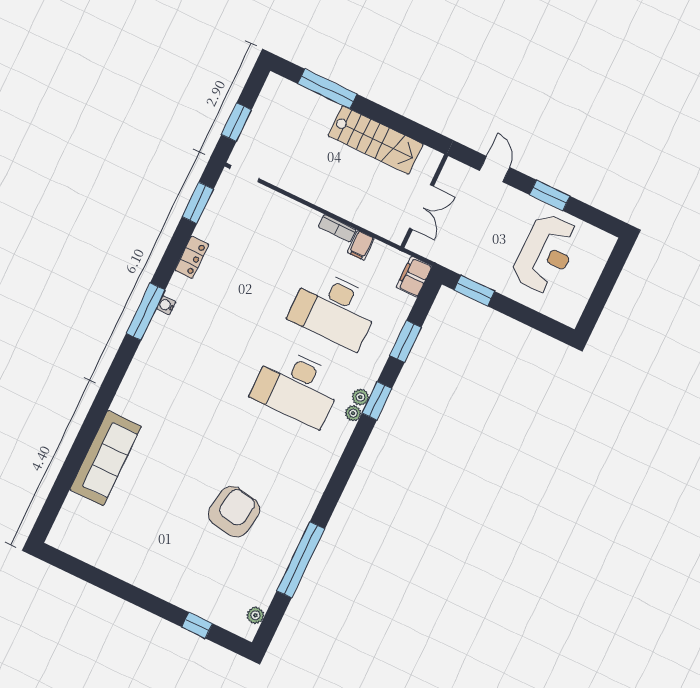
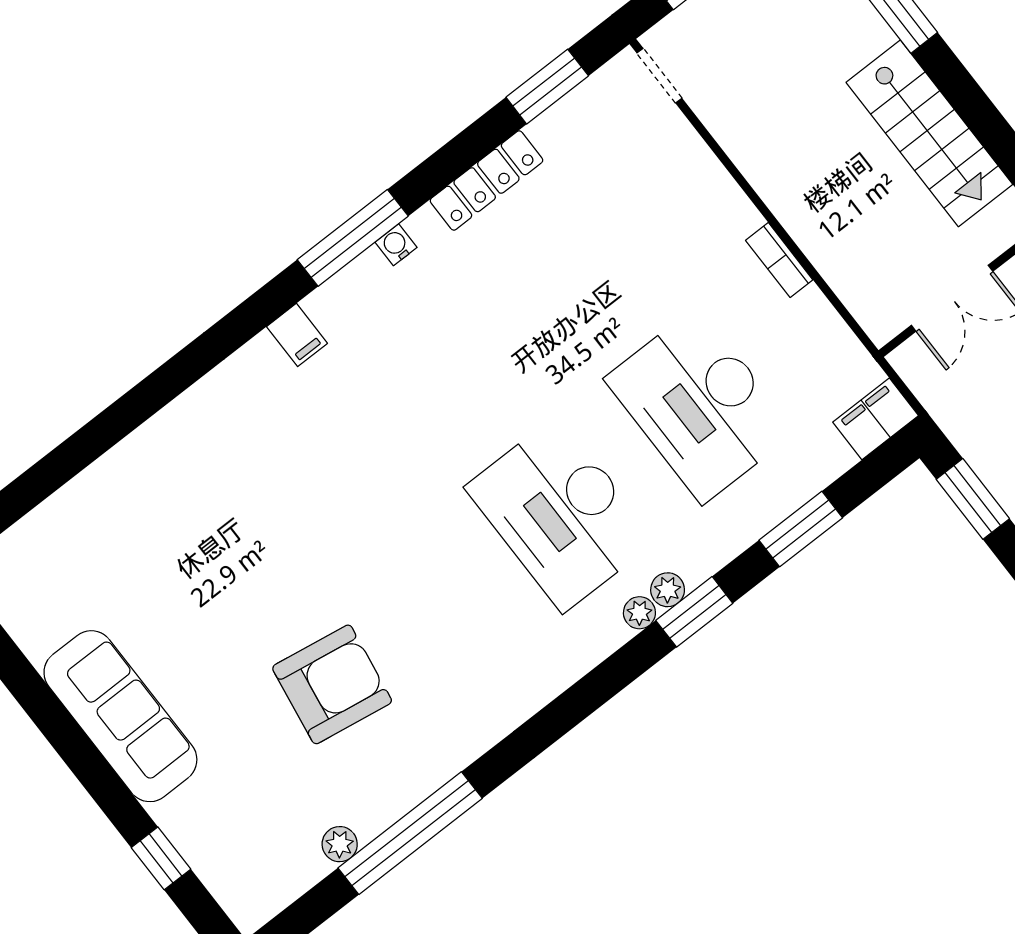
filing cabinet: (361, 245) -> (297, 335), moved, turned -90
locker: (192, 257) -> (486, 180), width x1.53
sofa: (106, 458) -> (120, 716), moved, turned -90
plant: (255, 615) -> (340, 844), moved

